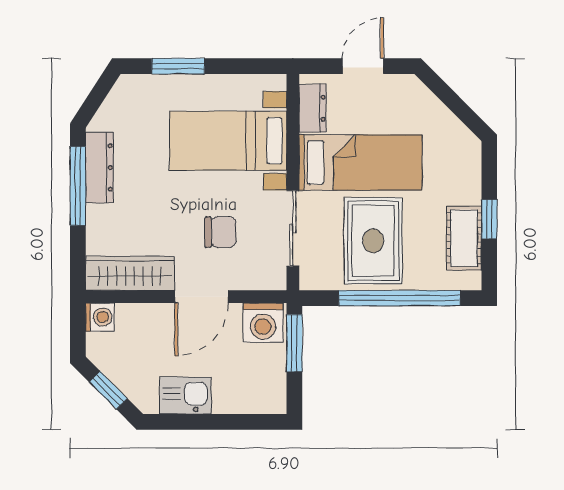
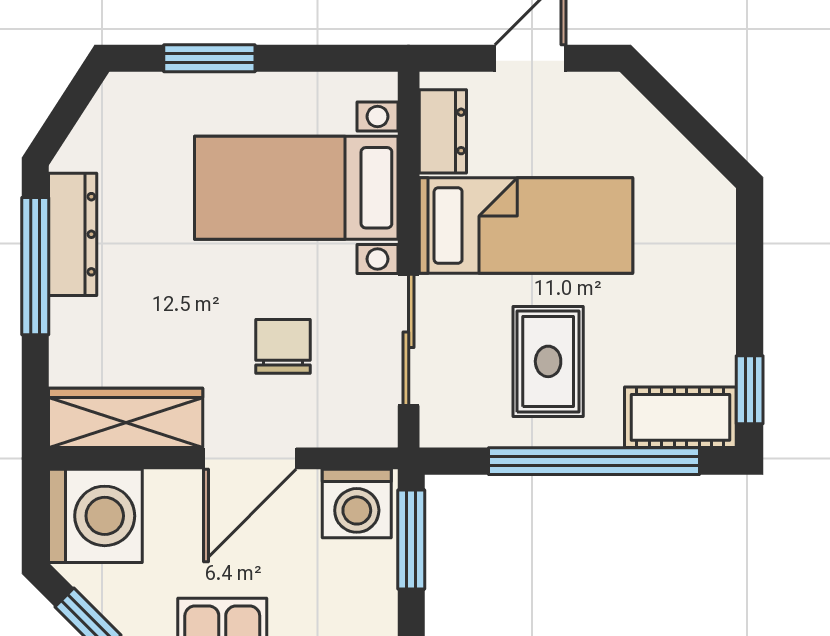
window: (489, 219) -> (750, 390), moved
chair: (221, 232) -> (283, 346), turned -90
cot: (464, 238) -> (680, 417), moved, turned 90
rug: (373, 241) -> (548, 361), width x0.73, depth x0.70
washing machine: (100, 317) -> (95, 516), width x1.89, depth x1.89

